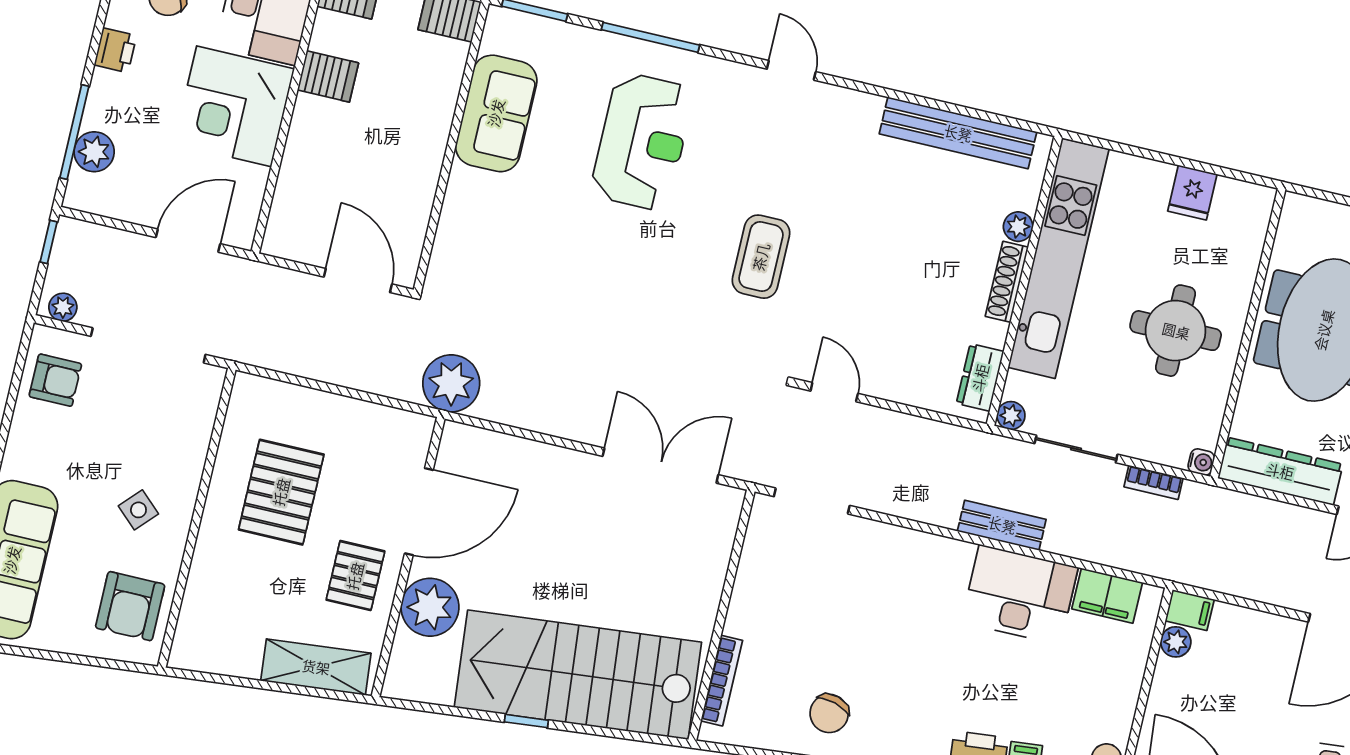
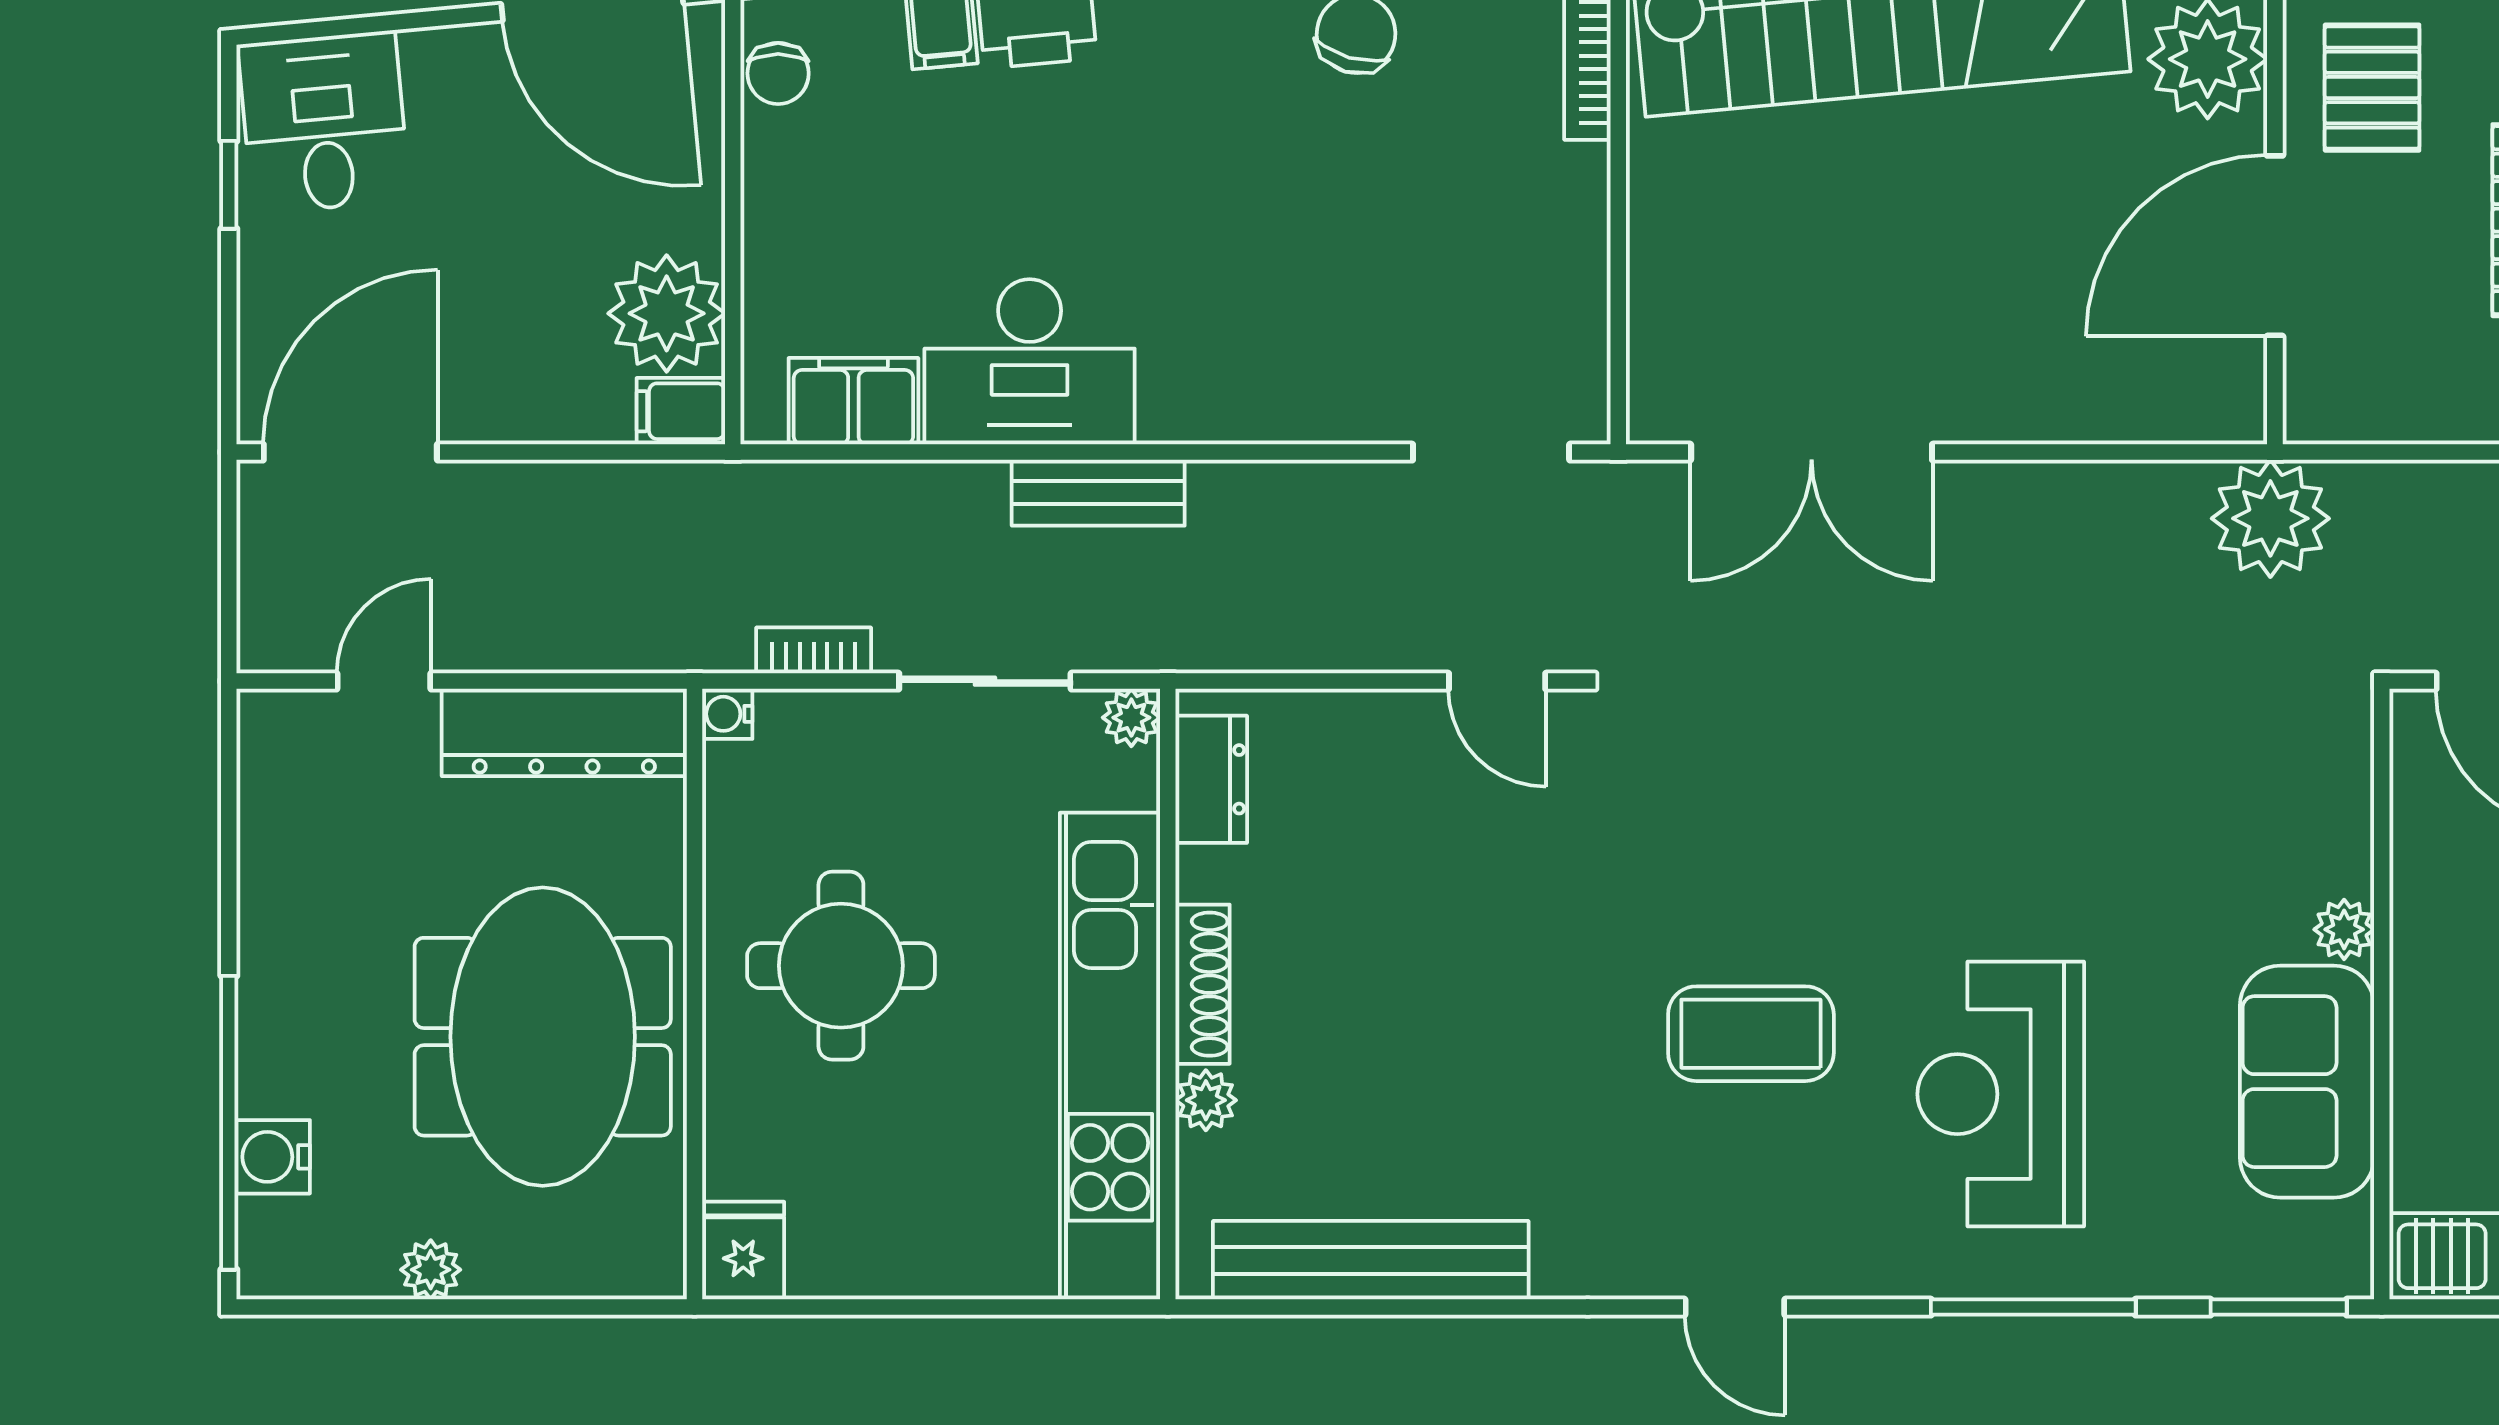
plant: (462, 181) -> (2344, 929), added
fridge: (1192, 193) -> (743, 1251), moved
coffee table: (761, 257) -> (1751, 1034), moved, turned 90
plant: (1176, 642) -> (667, 313), width x1.87, depth x1.87

